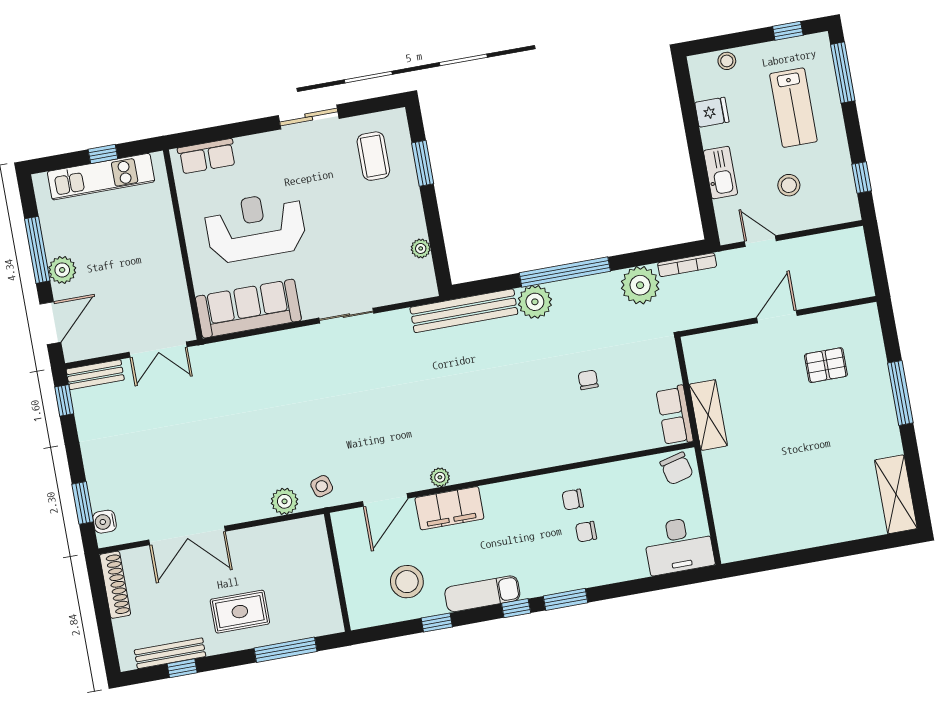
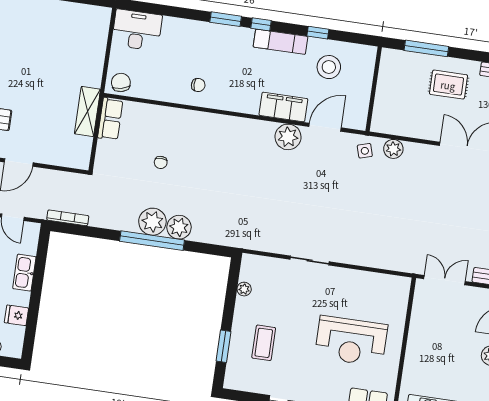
coffee table: (373, 156) -> (264, 343), moved
plant: (640, 285) -> (152, 222), moved
sofa: (248, 309) -> (374, 287), removed
bench: (464, 311) -> (229, 237), removed
plant: (440, 477) -> (288, 137), width x1.87, depth x1.87
chair: (586, 532) -> (196, 60), removed

